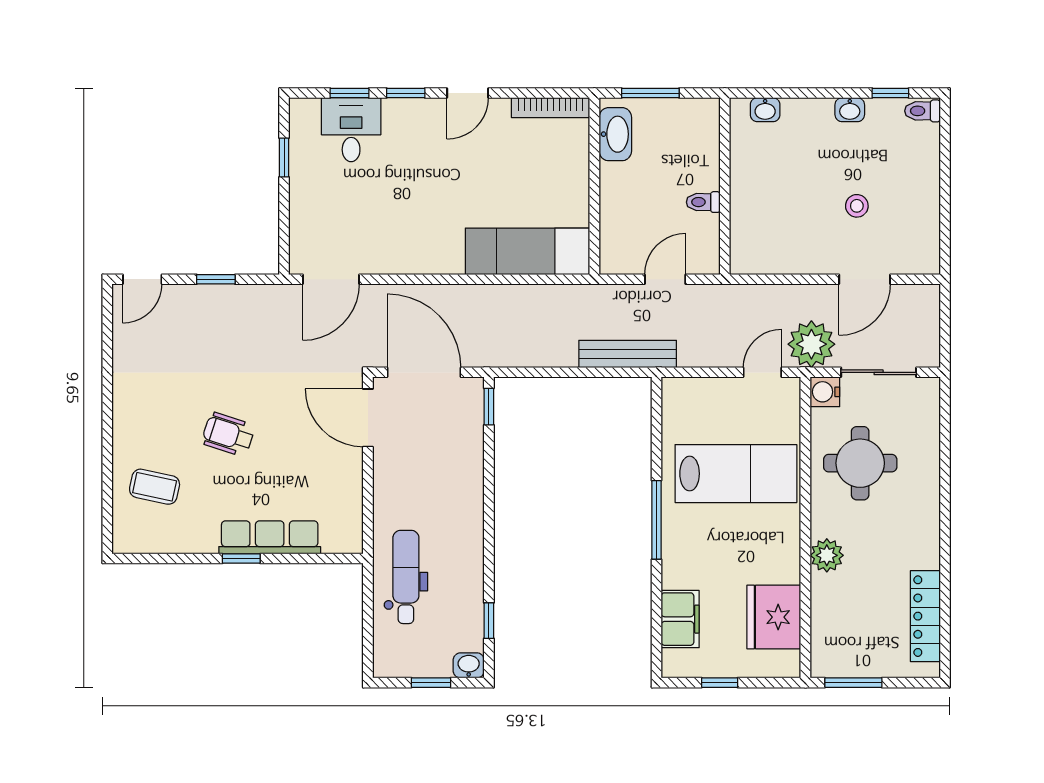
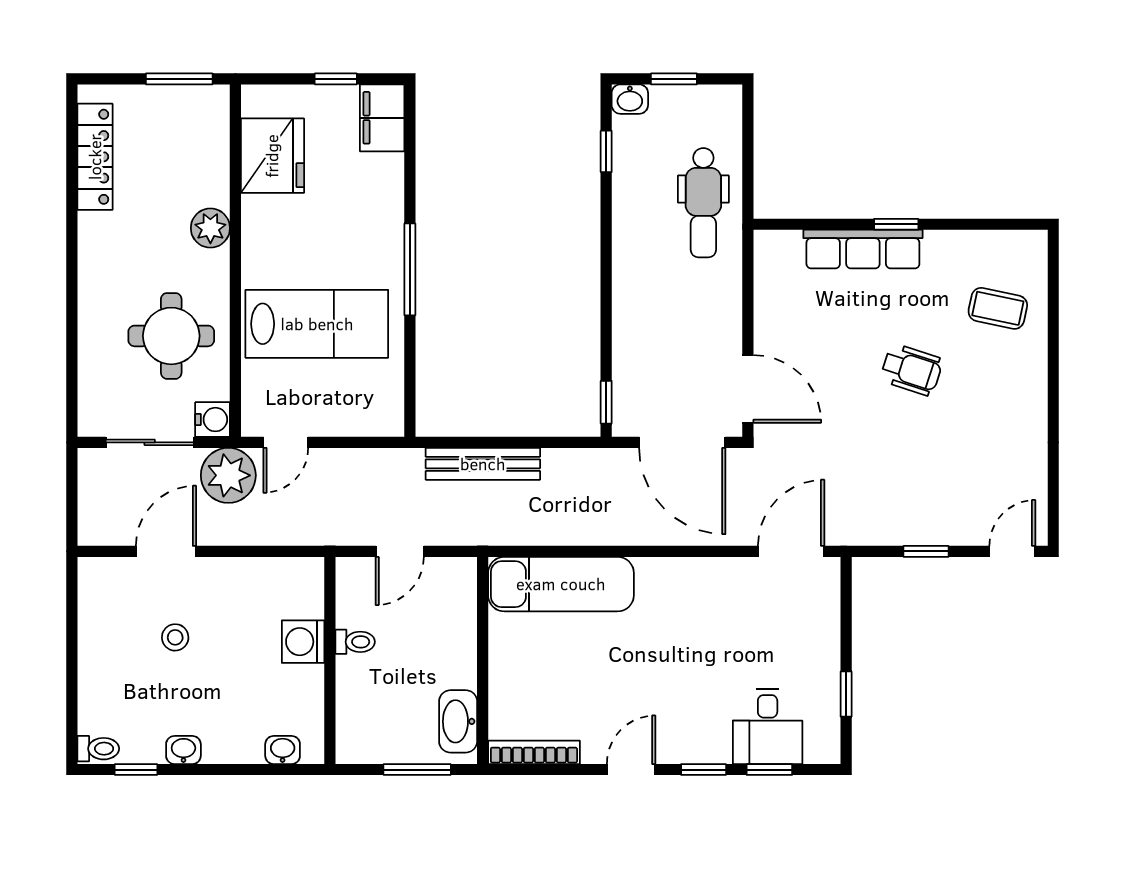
washing machine: (748, 202) -> (303, 642), added
bench: (628, 354) -> (483, 464), moved
lab bench: (736, 474) -> (317, 324), turned 180
filing cabinet: (680, 619) -> (382, 118), moved

